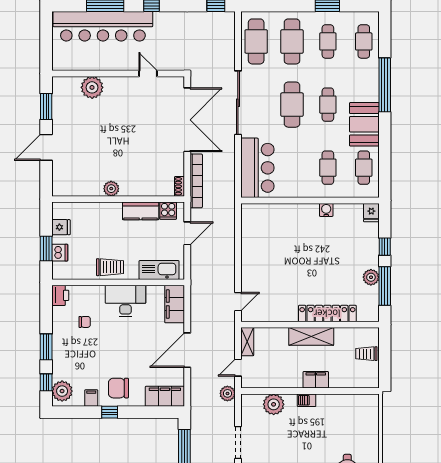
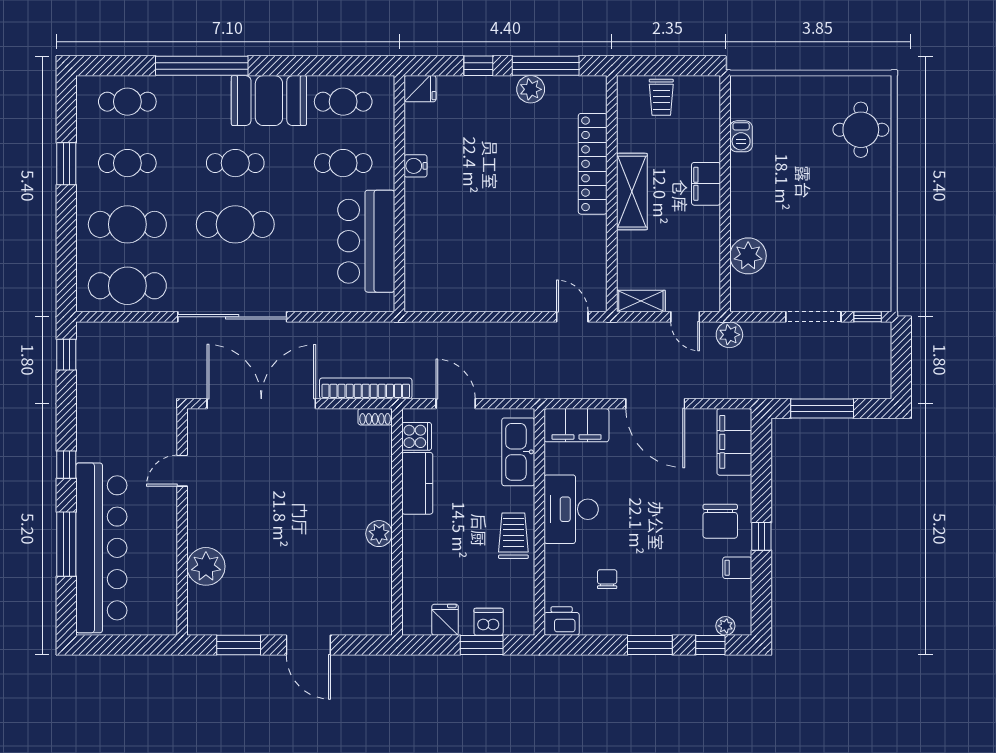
bar counter: (257, 168) -> (366, 241), moved, turned -90
plant: (62, 391) -> (725, 626), width x0.53, depth x0.53
barbecue: (307, 400) -> (741, 136), moved

